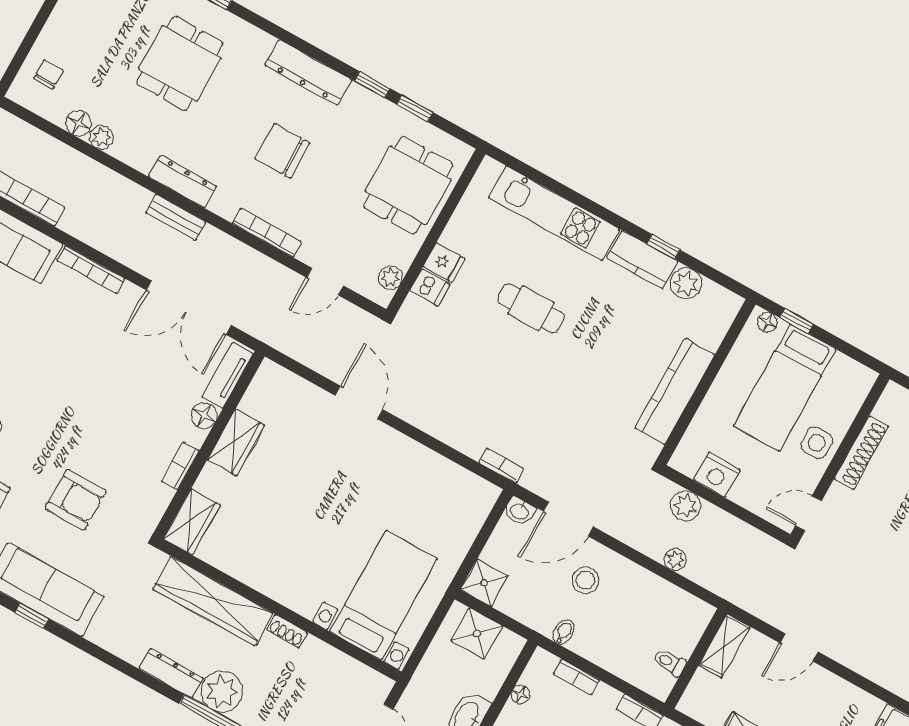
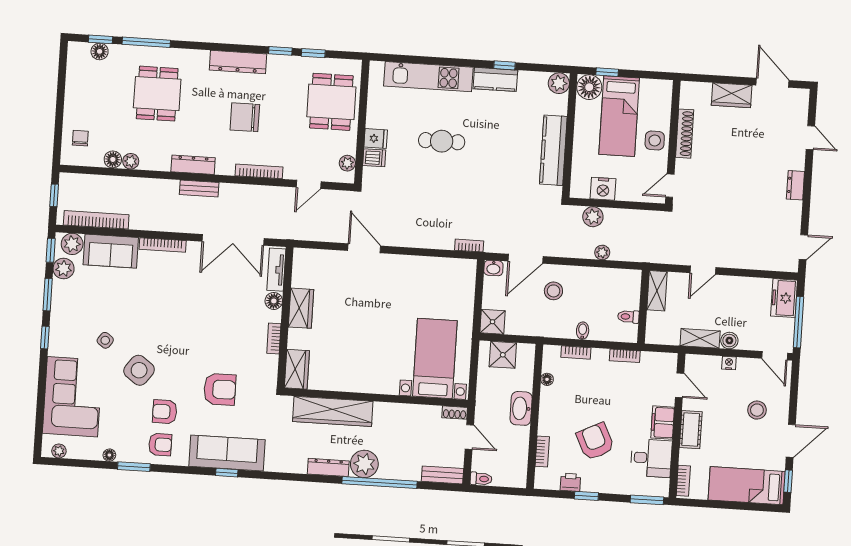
plant: (686, 283) -> (559, 83), moved
floor lamp: (767, 322) -> (589, 87), width x1.89, depth x1.89
shoe rack: (287, 631) -> (455, 413), moved
bidet: (564, 632) -> (583, 331), moved

